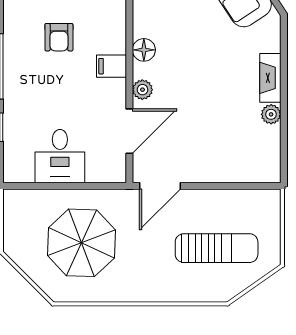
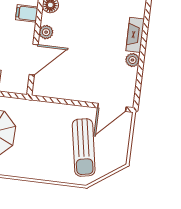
door: (160, 186) -> (112, 107), moved
sun lounger: (217, 248) -> (84, 147), turned 80

